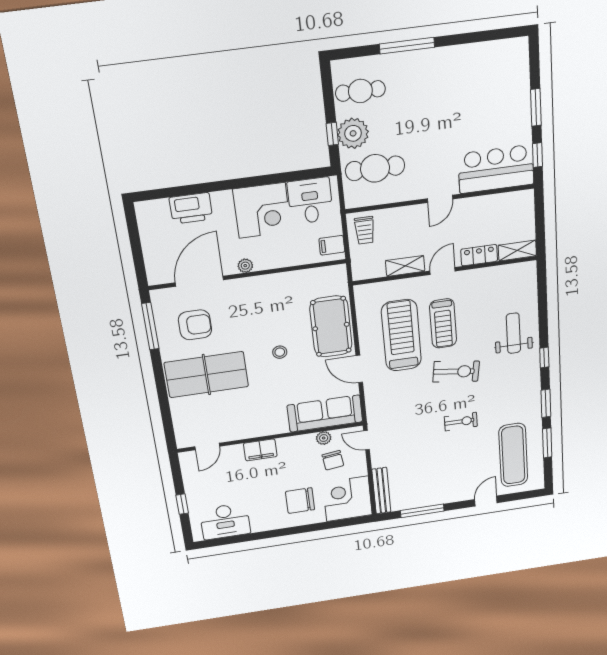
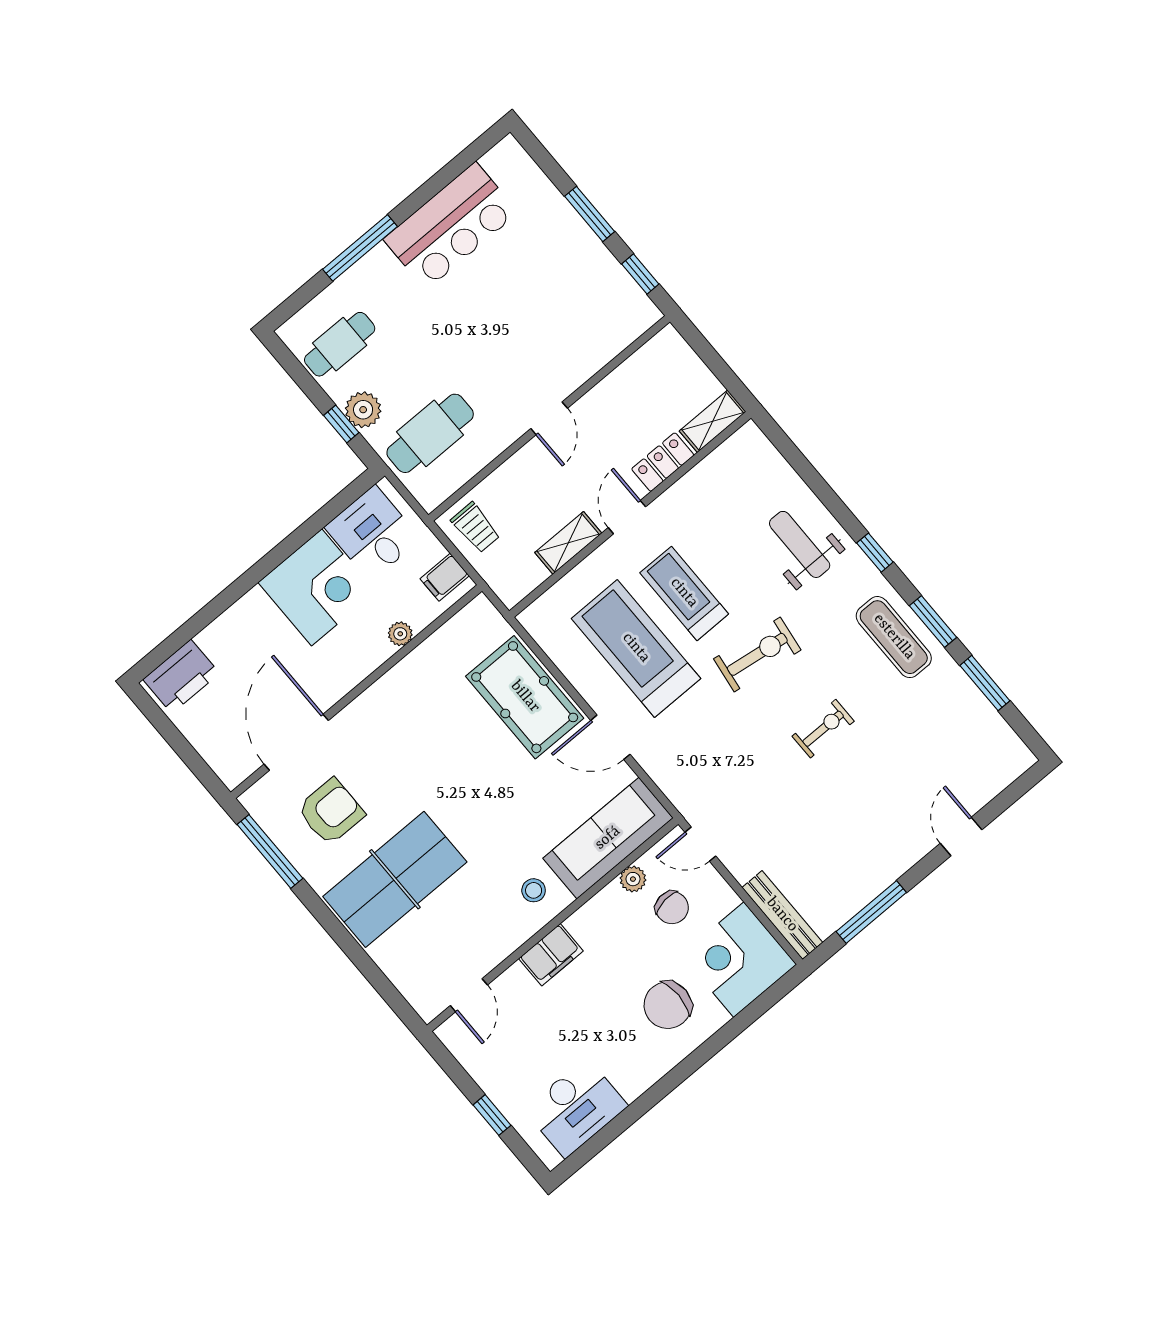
plant: (353, 133) -> (363, 410), width x0.73, depth x0.73
bar counter: (496, 169) -> (451, 226), moved, turned 180
printer: (191, 208) -> (181, 676), moved
plant: (245, 266) -> (400, 634), moved
treadmill: (443, 323) -> (684, 593), turned 180
stool: (280, 352) -> (534, 890), moved
exercise mat: (513, 455) -> (894, 637), moved, width x0.73, depth x0.69

